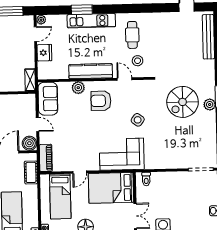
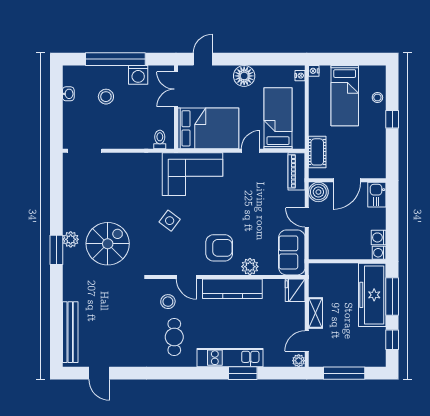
fridge: (44, 53) -> (295, 290), moved
shelving: (30, 80) -> (316, 313), moved
stool: (186, 209) -> (106, 97), added

